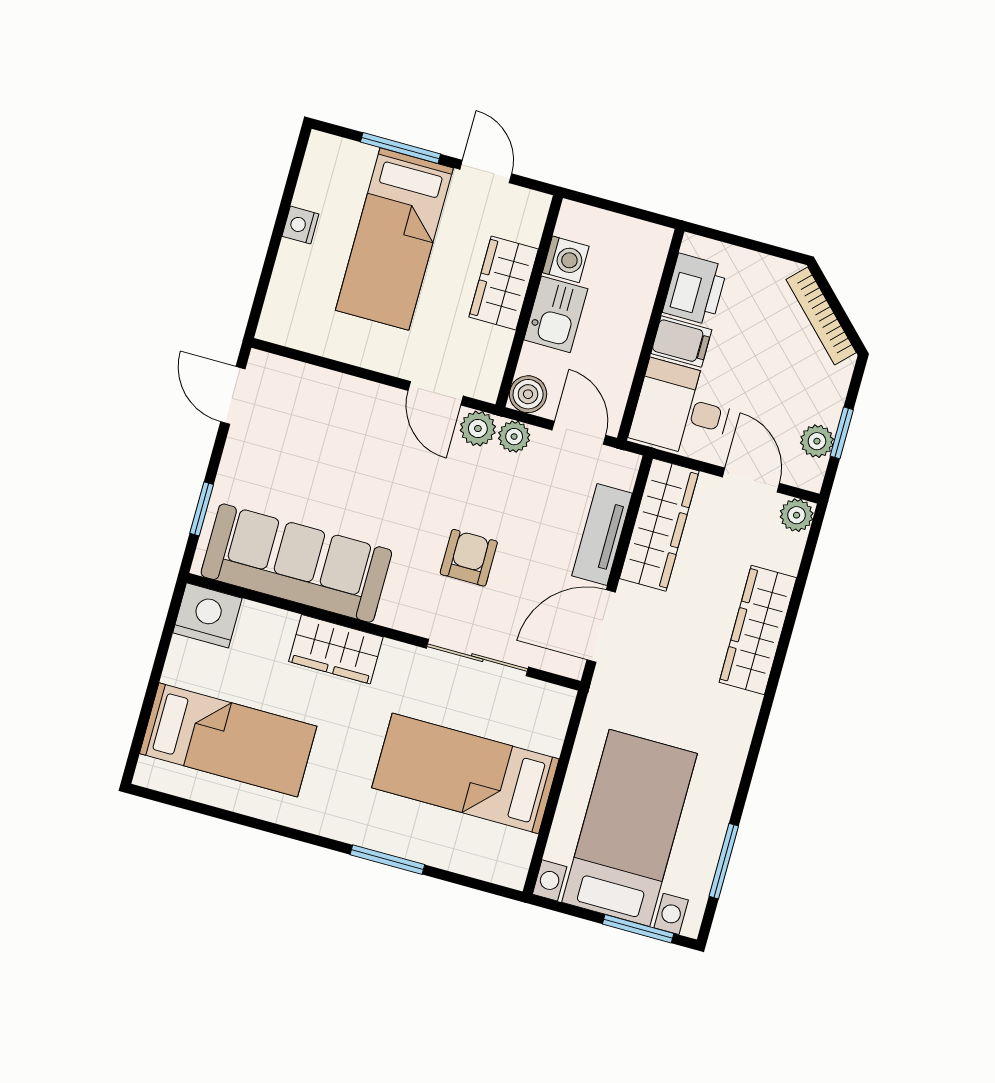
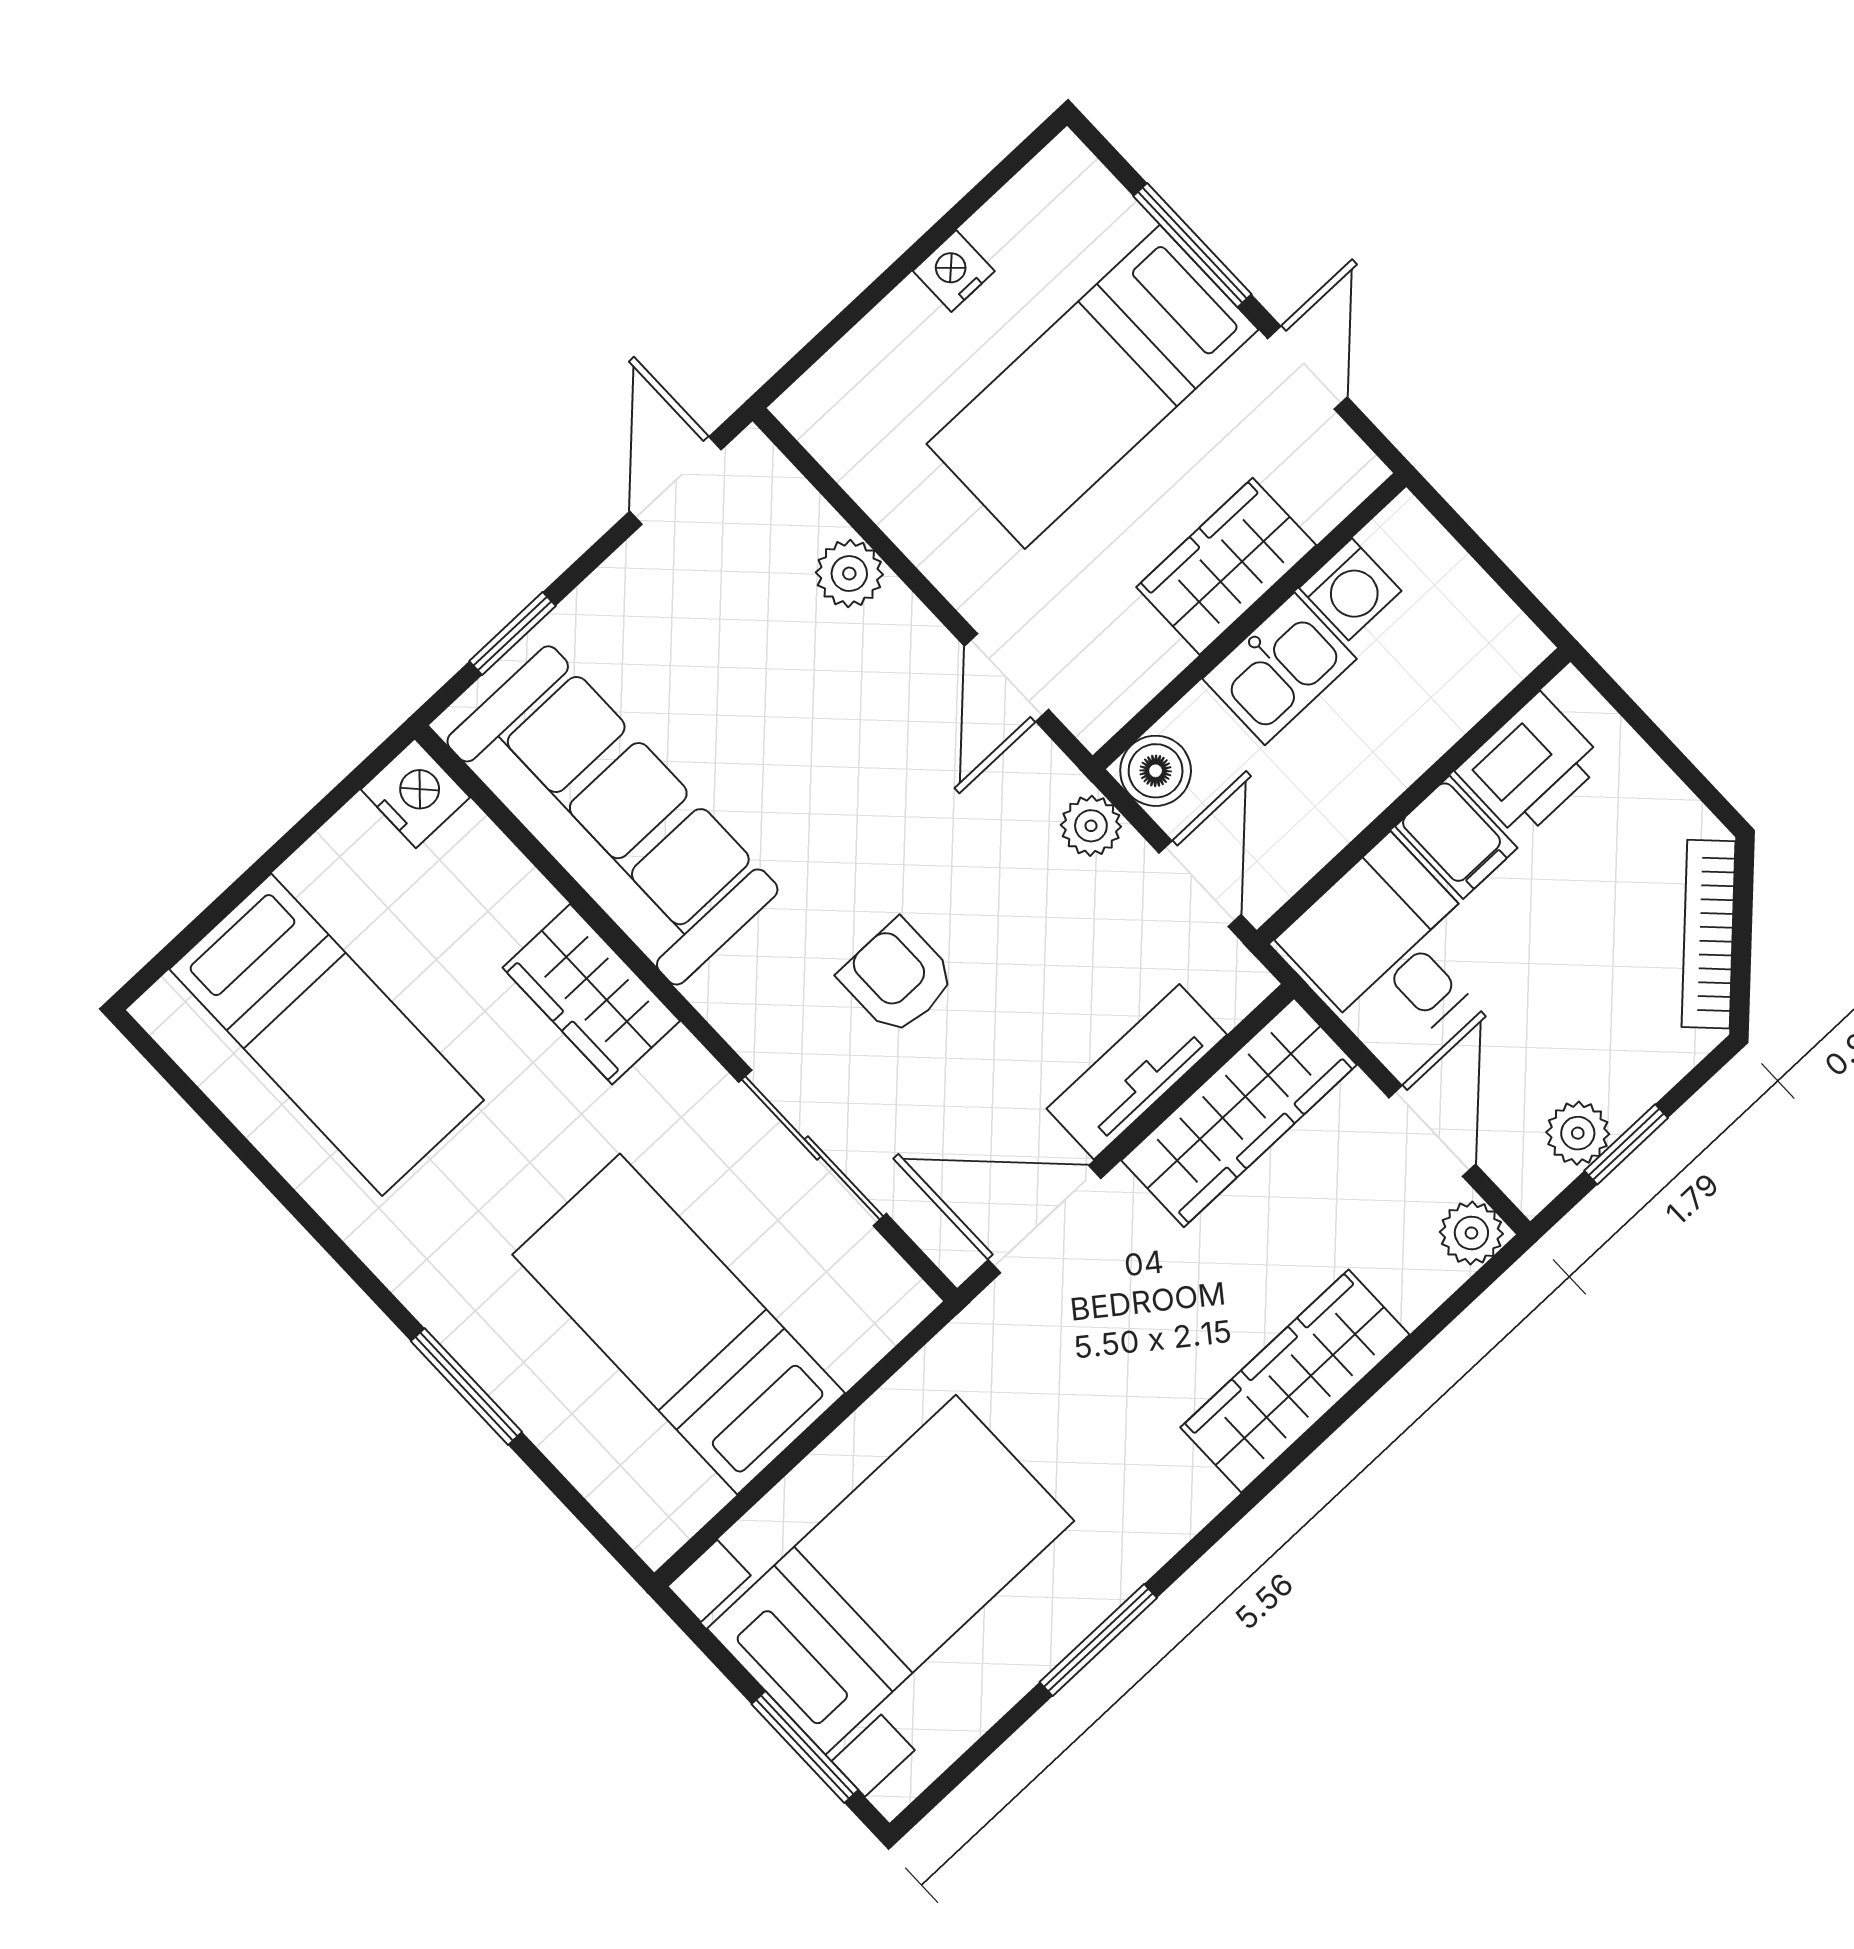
plant: (478, 429) -> (849, 574), moved
armchair: (469, 558) -> (898, 977), turned -90
nightstand: (207, 615) -> (415, 793), width x0.74, depth x0.75
window: (724, 861) -> (1098, 1640), moved

